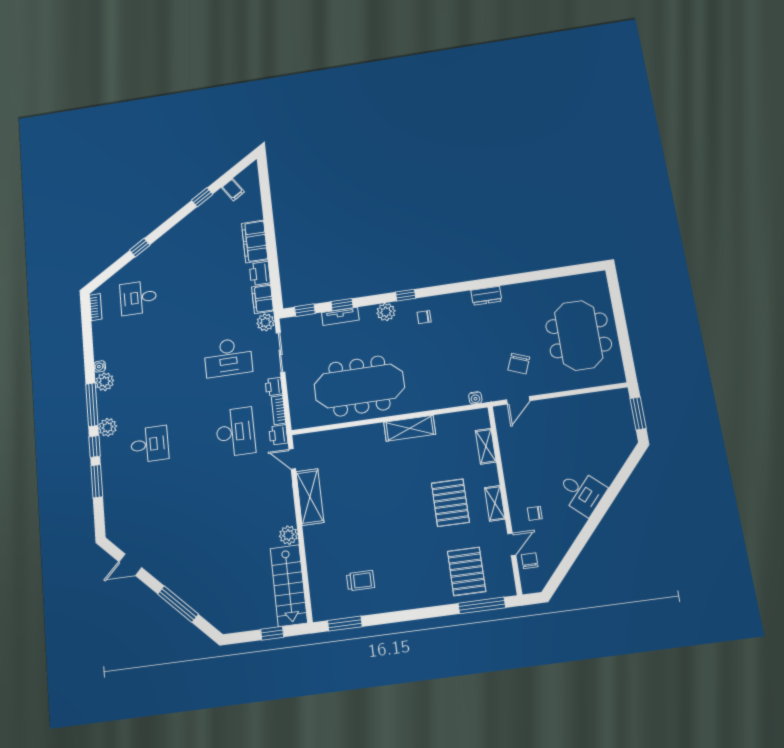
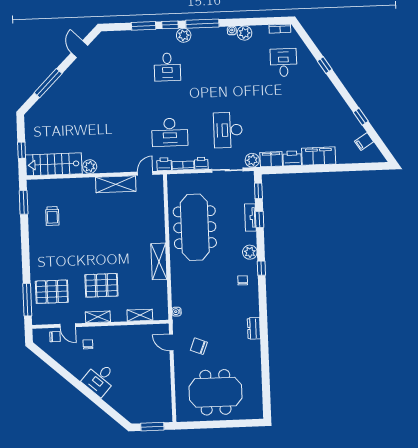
plant: (105, 382) -> (244, 33), moved

